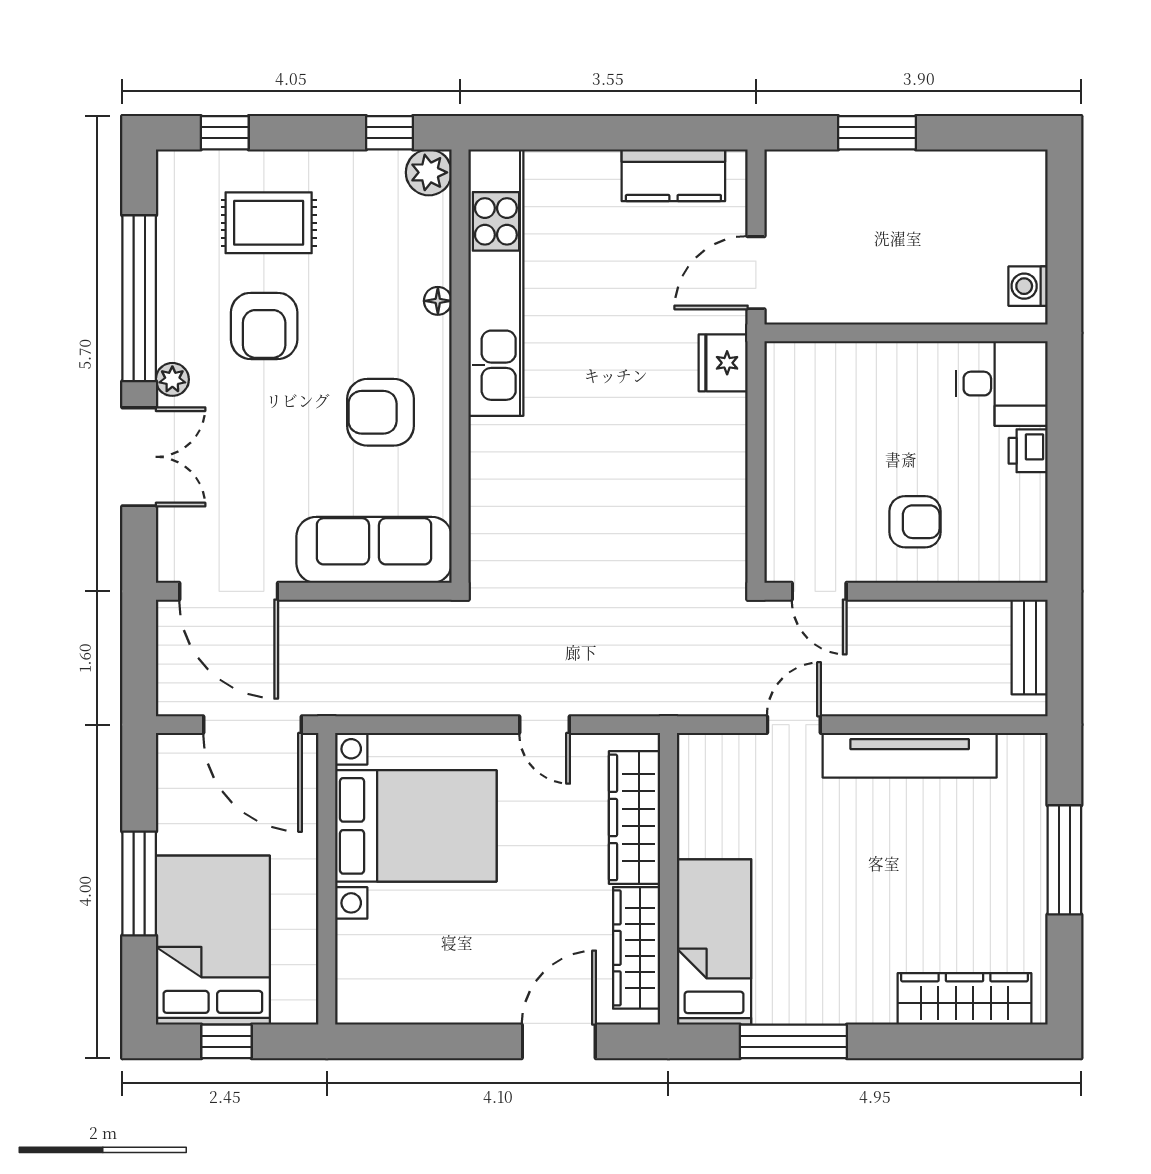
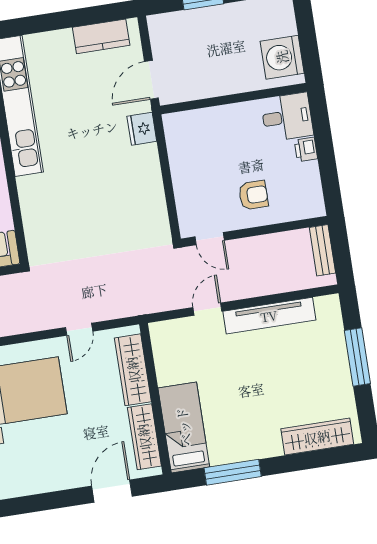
washing machine: (1028, 286) -> (282, 57), width x1.89, depth x1.89
door: (545, 725) -> (79, 329), hinge flipped

